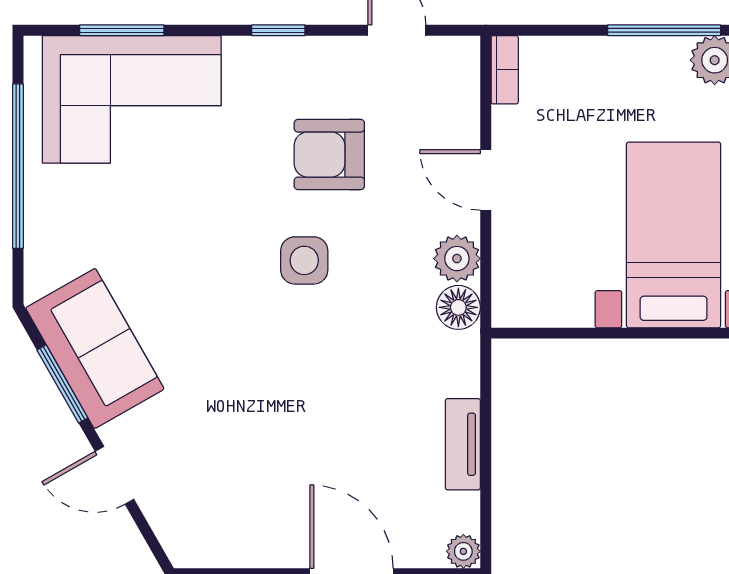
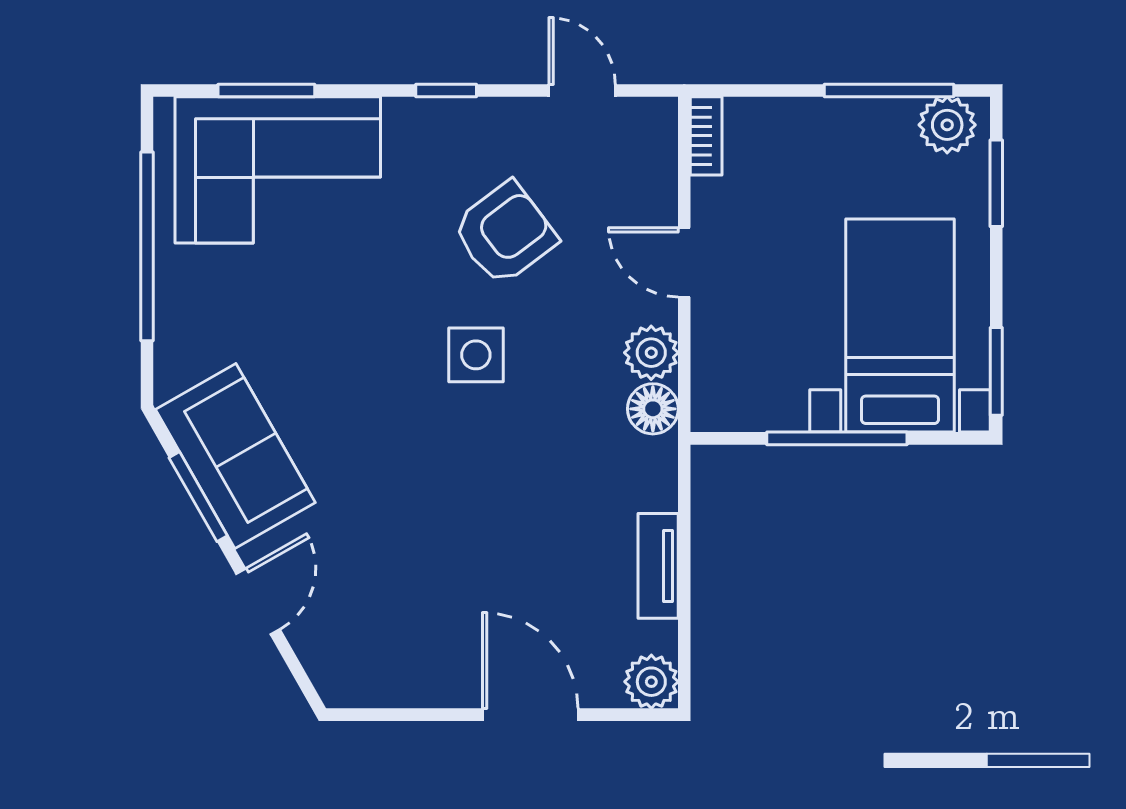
armchair: (329, 155) -> (505, 233), turned 143
window: (619, 333) -> (837, 438), added
door: (115, 475) -> (258, 602), swing flipped
plant: (463, 551) -> (651, 682), width x1.38, depth x1.38

